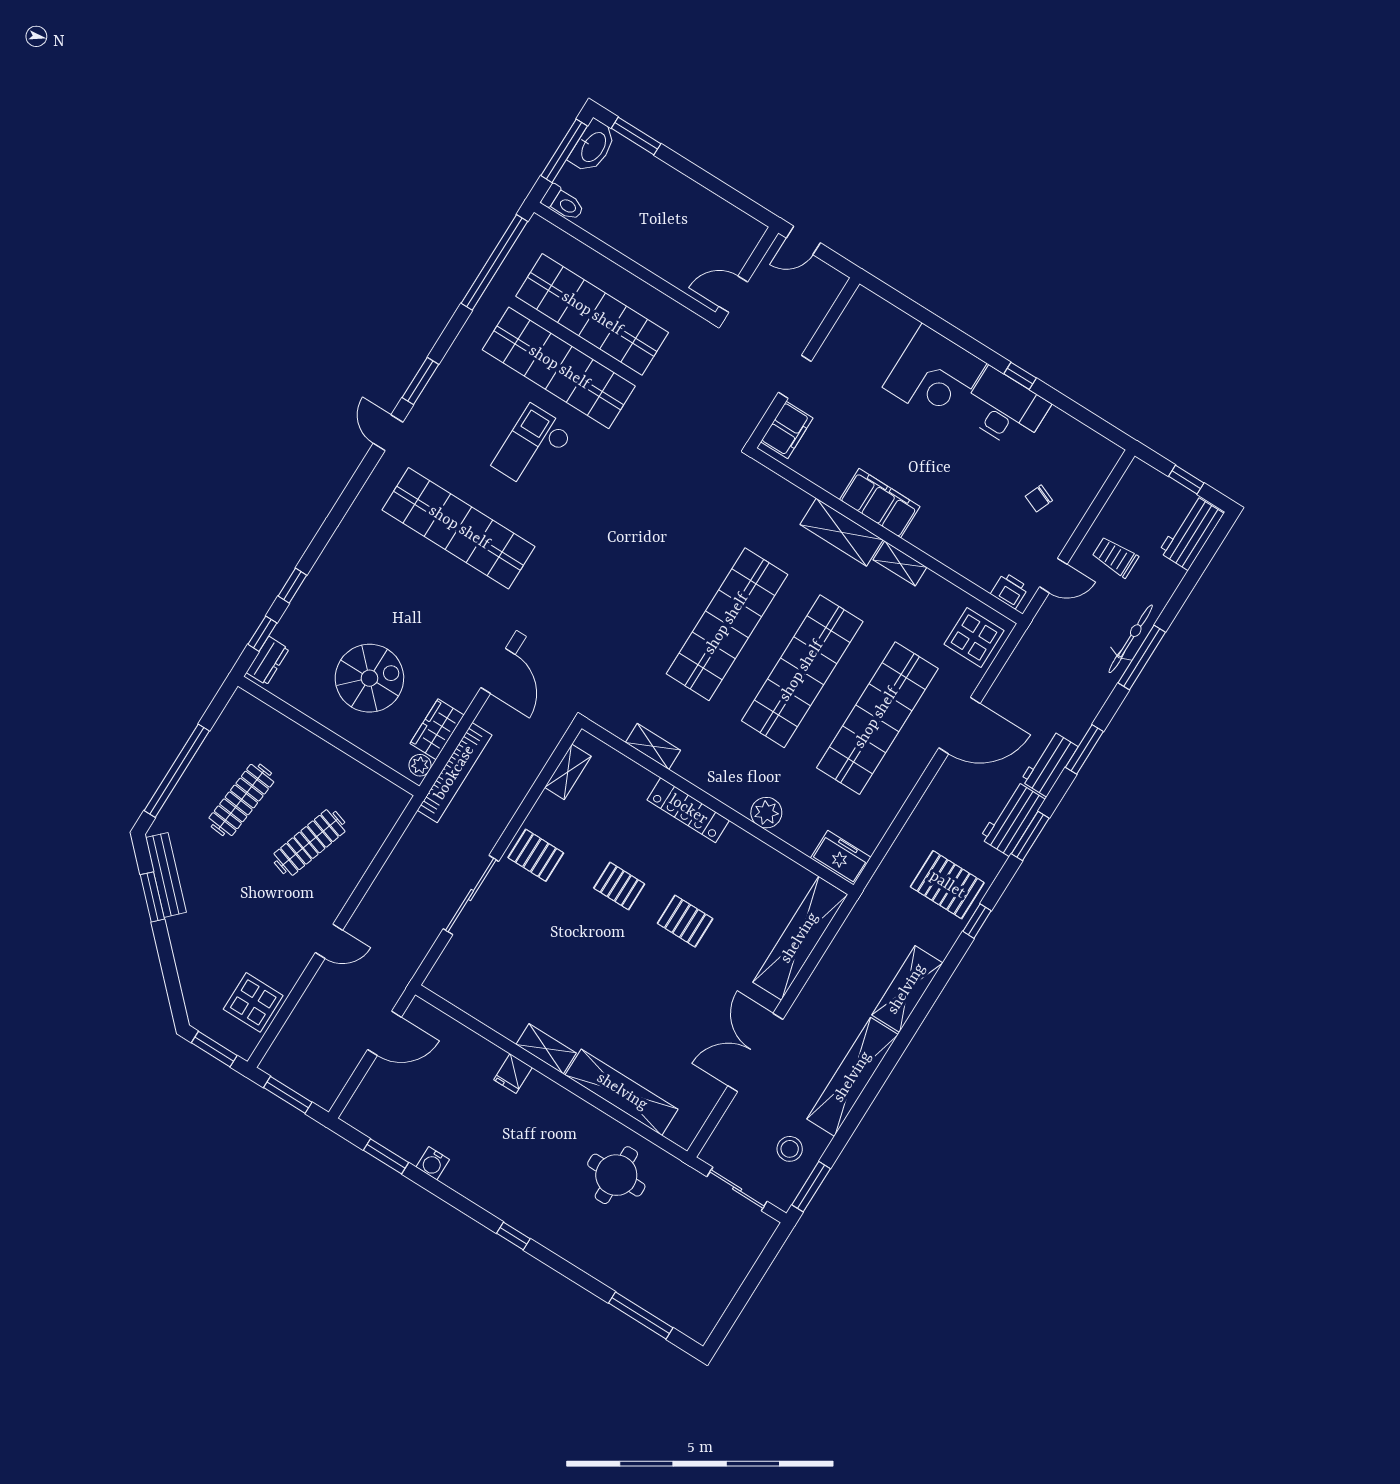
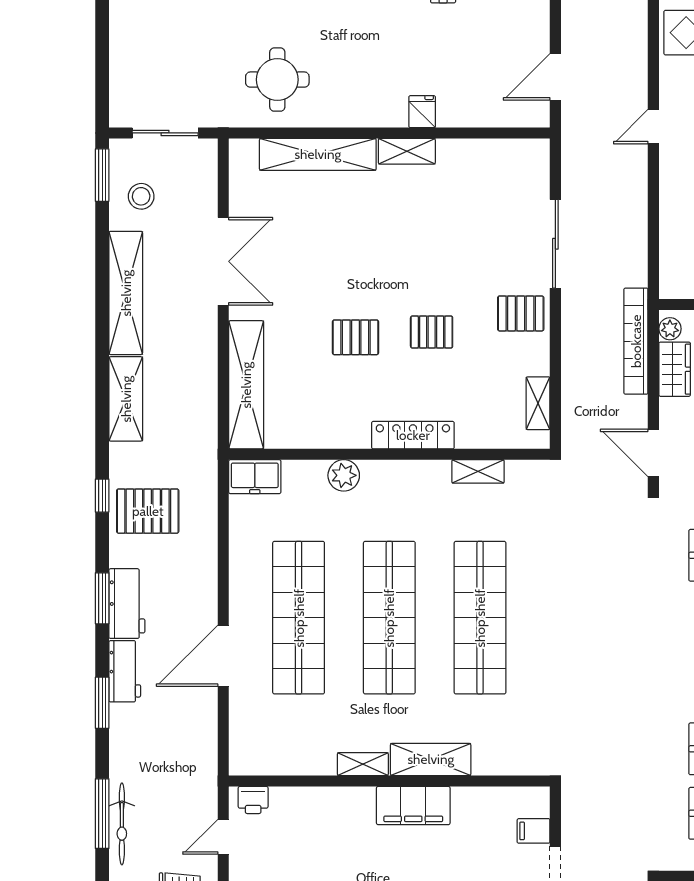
filing cabinet: (787, 430) -> (534, 831), width x0.50
display table: (974, 637) -> (259, 740), removed

